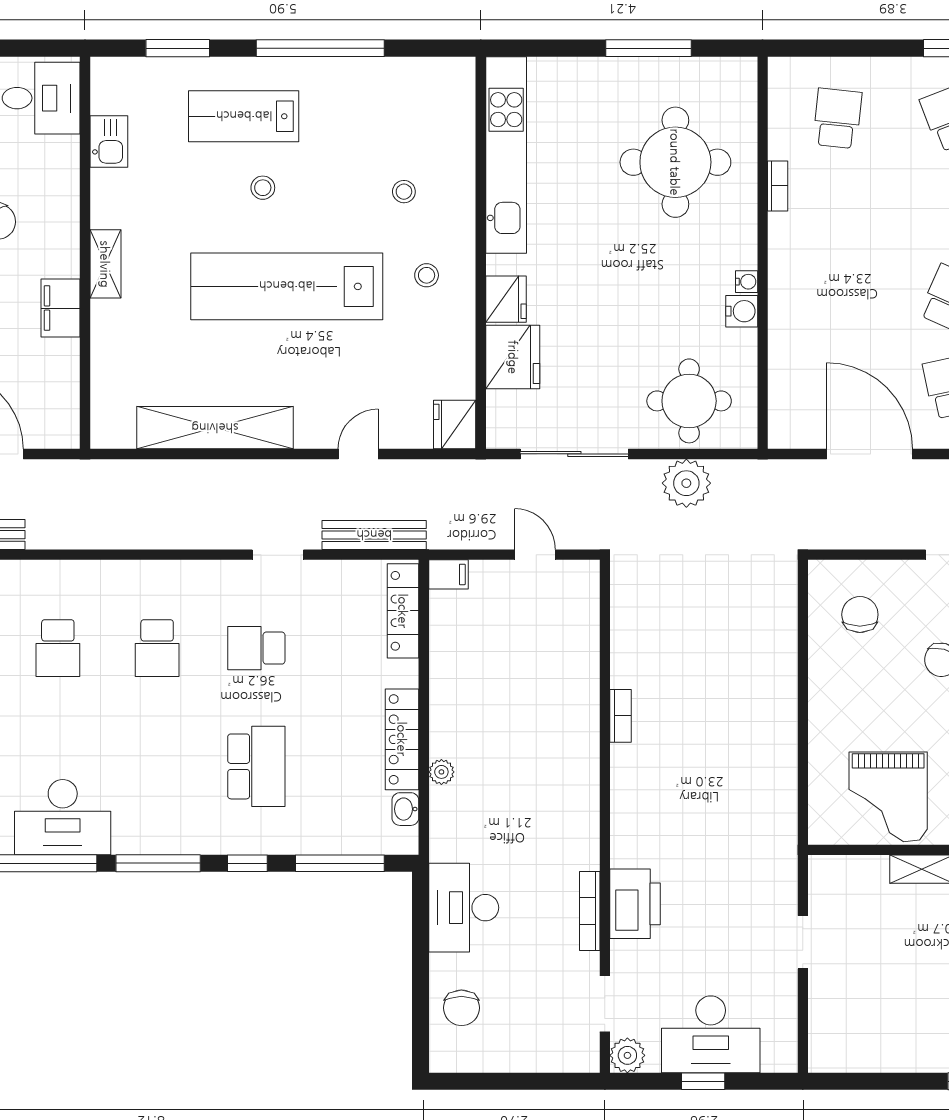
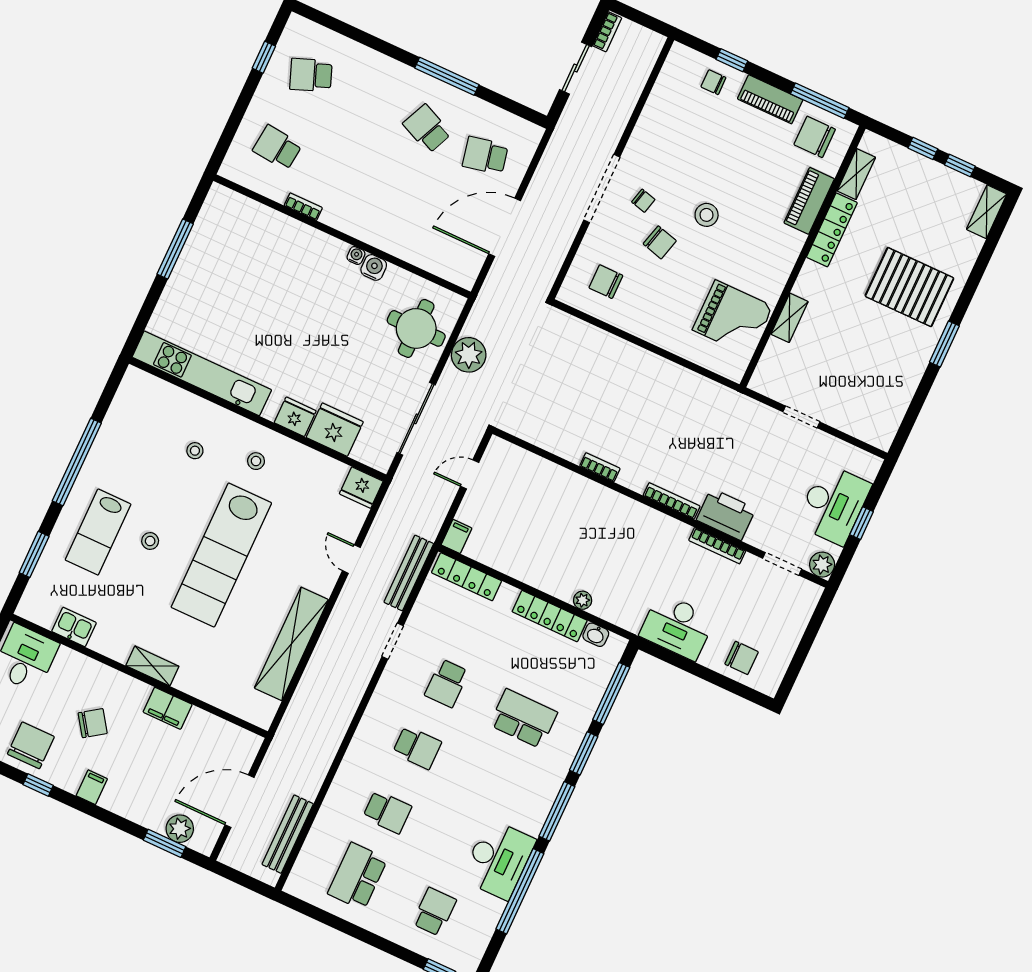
round table: (675, 162) -> (257, 266), removed
bookcase: (620, 827) -> (672, 501), added
window: (247, 863) -> (584, 753), width x1.50

